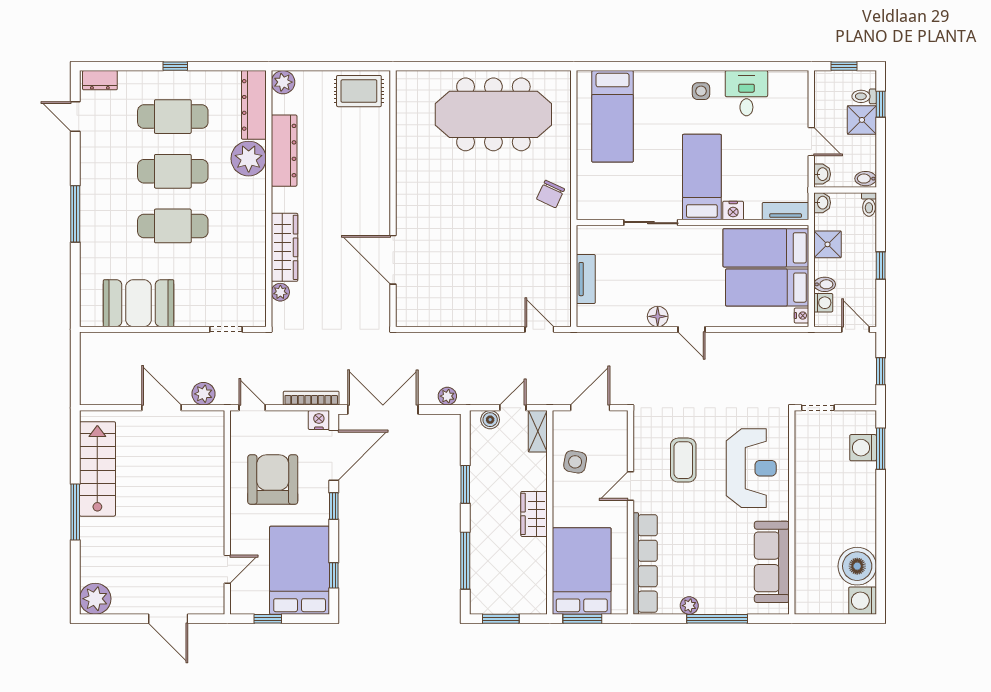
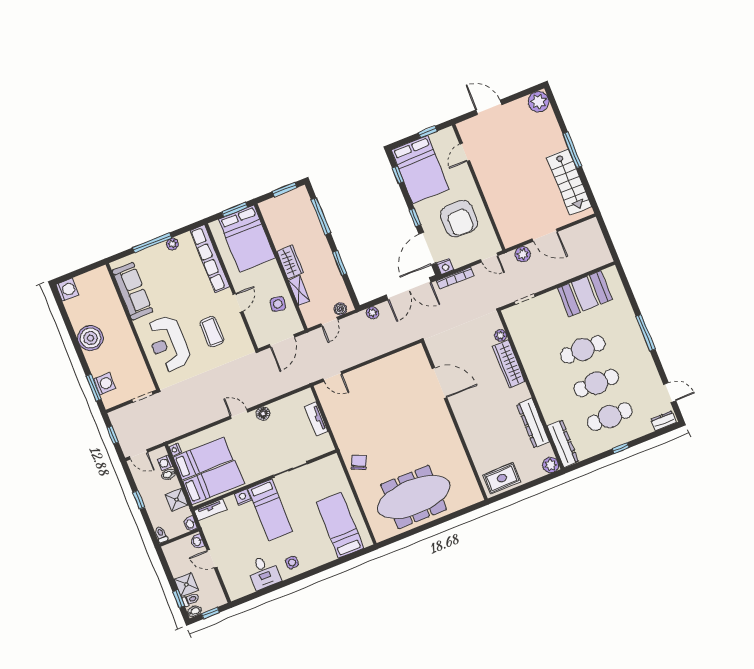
plant: (249, 159) -> (553, 410), removed
bidet: (866, 179) -> (194, 611), moved
shelving: (538, 431) -> (299, 291), moved
boiler: (857, 566) -> (90, 338), moved

